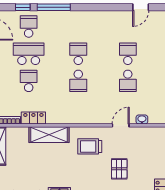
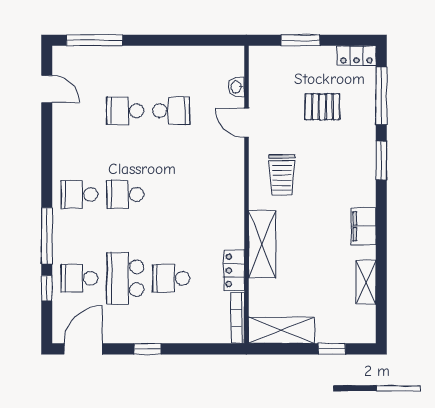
school desk: (78, 81) -> (79, 195), moved, turned 180
pallet: (119, 169) -> (322, 107), moved

